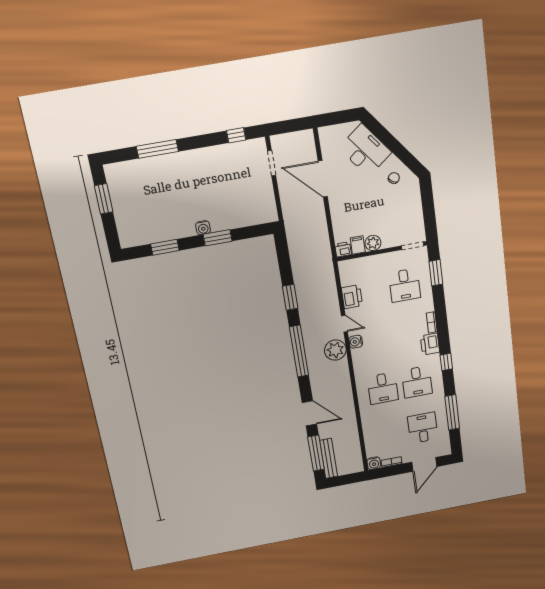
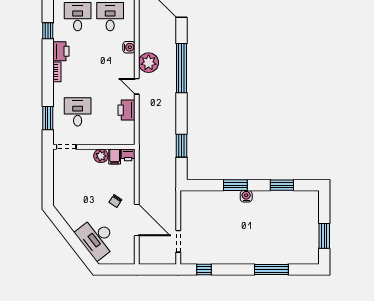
chair: (394, 178) -> (115, 201), moved
window: (290, 297) -> (182, 146), moved
water cooler: (356, 342) -> (129, 47), moved

